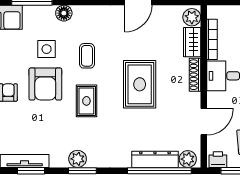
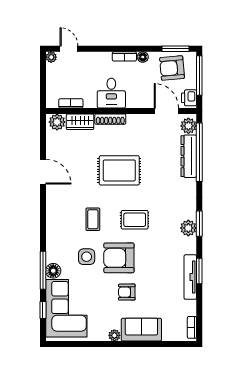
floor lamp: (64, 13) -> (53, 271), moved
bookcase: (212, 39) -> (71, 103), width x0.64
coffee table: (87, 56) -> (93, 219), turned 90
armchair: (45, 84) -> (119, 258), turned 180
door: (204, 122) -> (166, 111), moved

